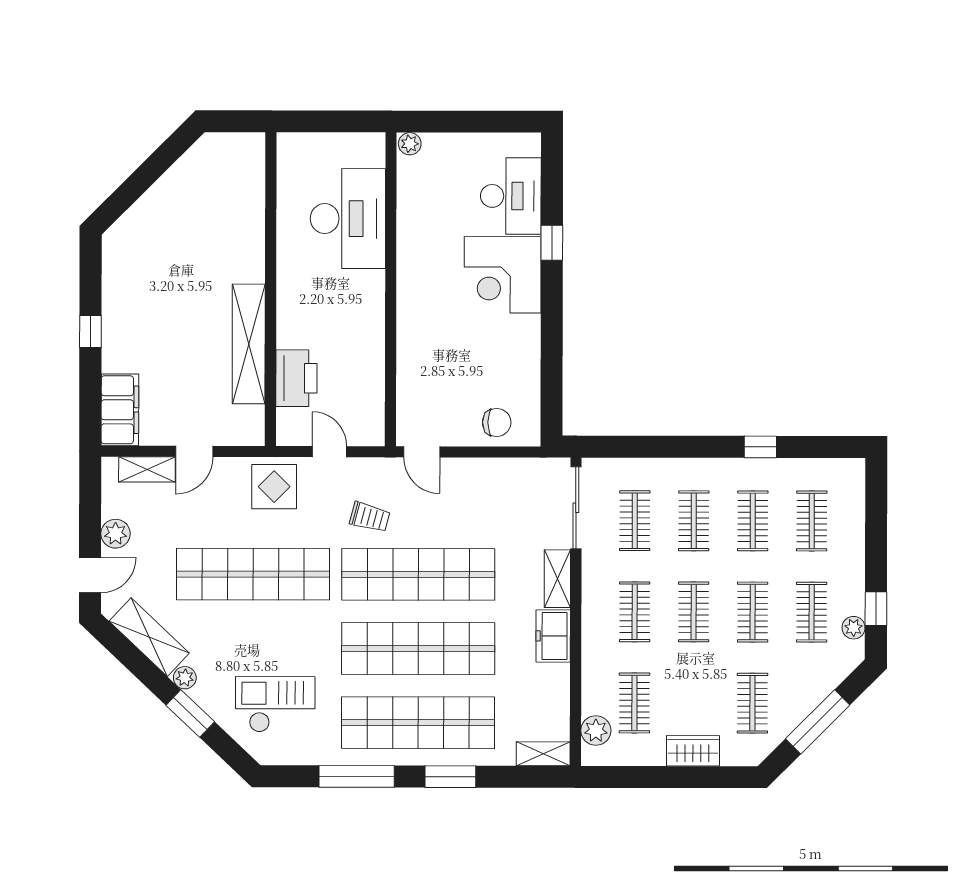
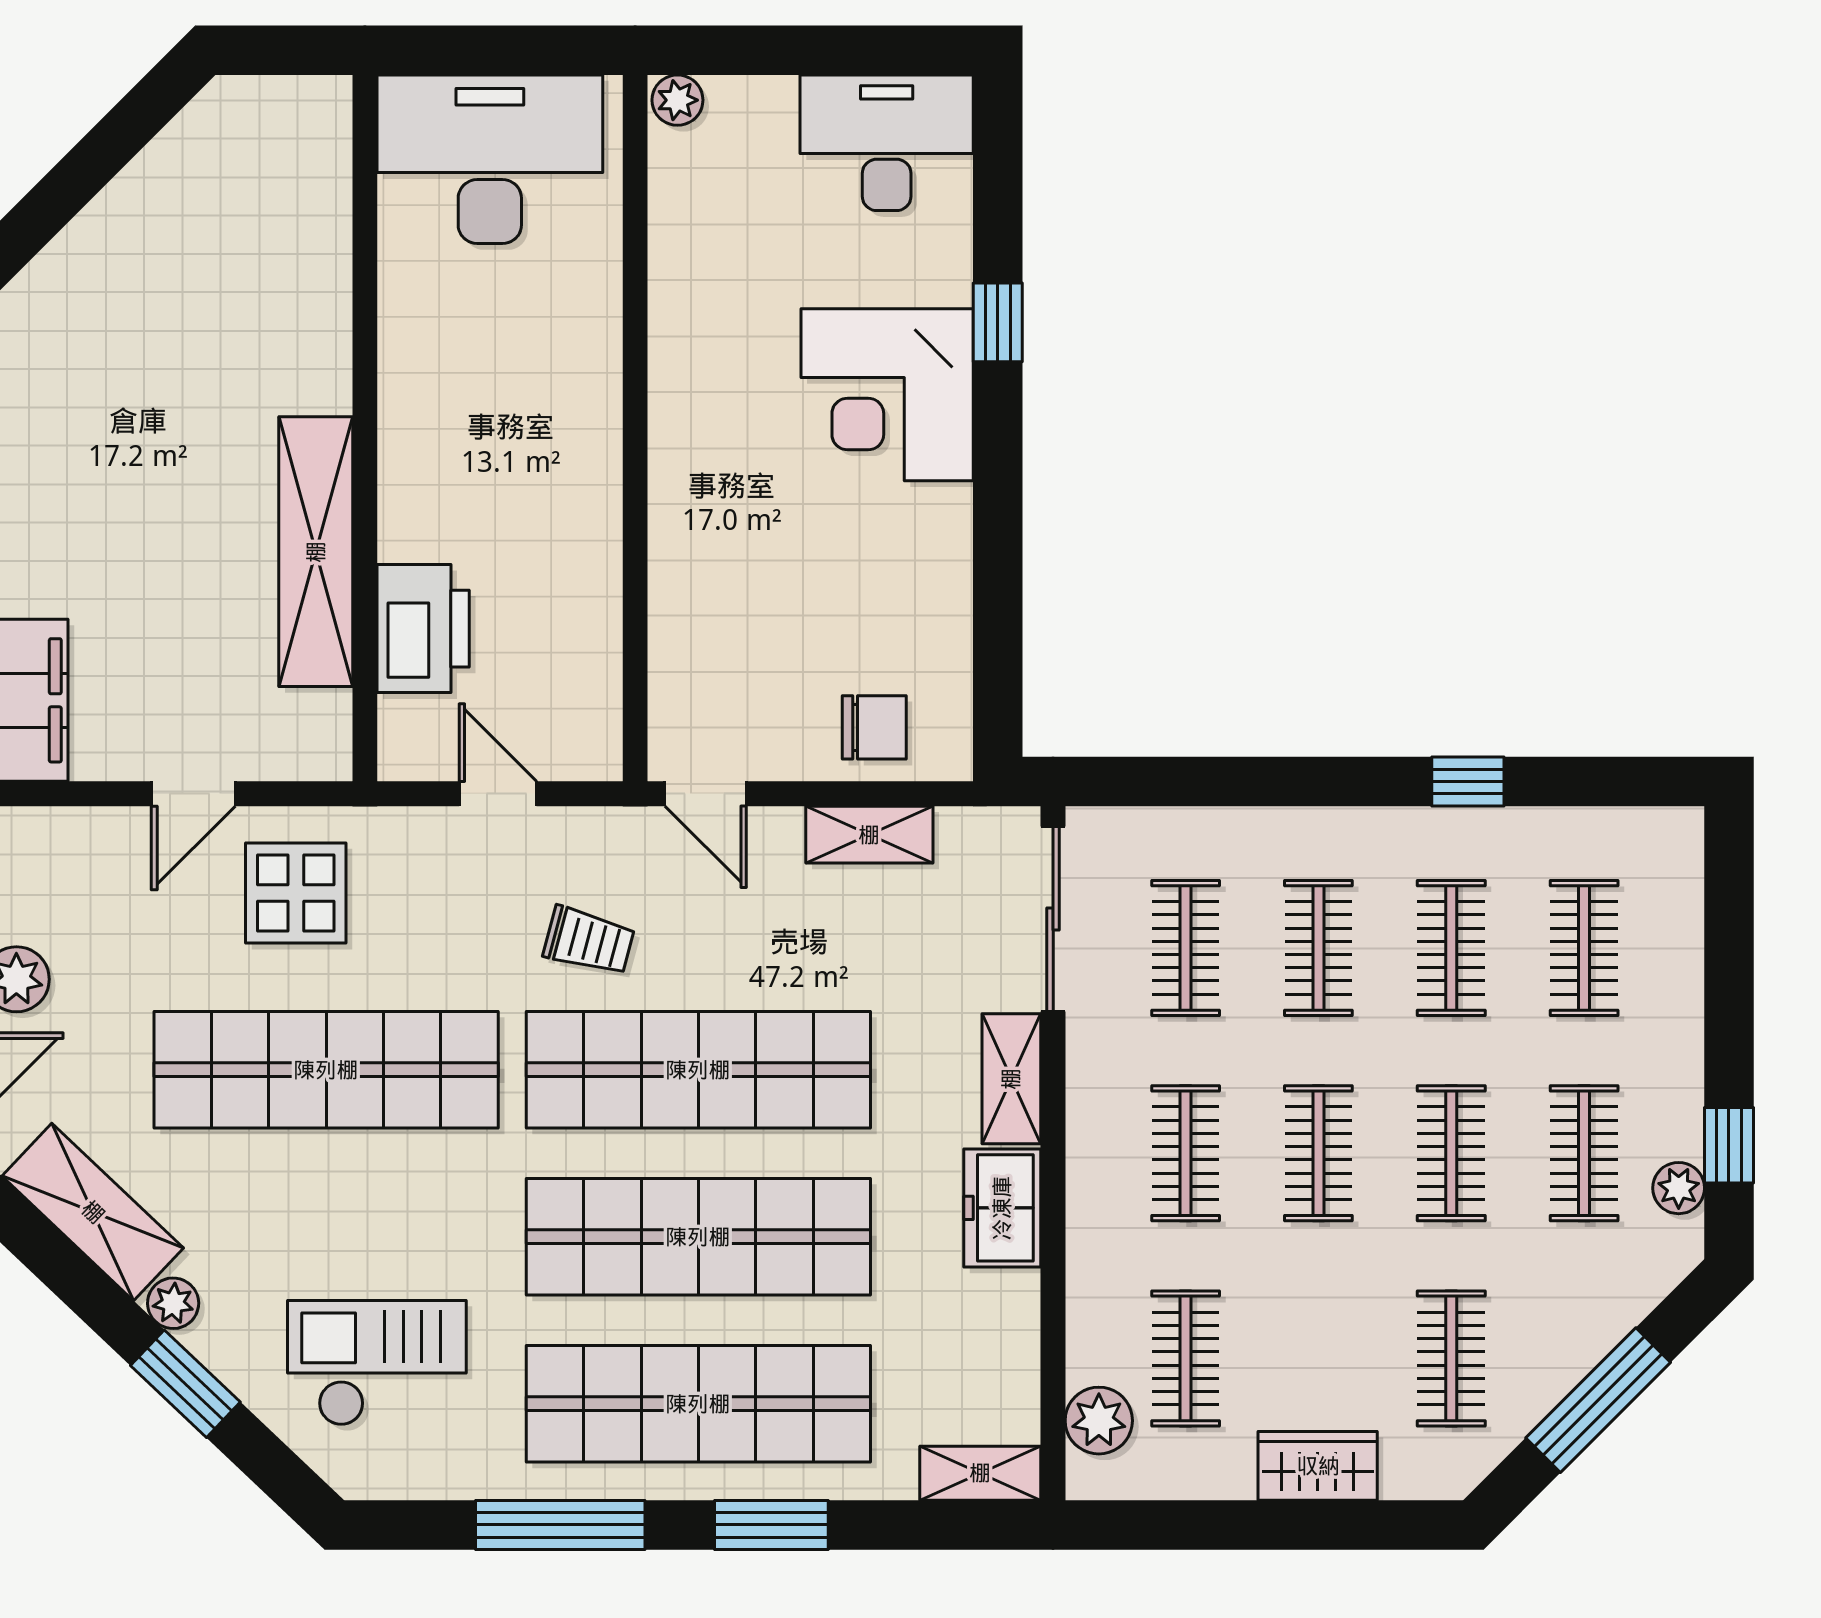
desk: (511, 196) -> (887, 143), moved, turned -90
desk: (348, 219) -> (490, 159), moved, turned -90
shelving: (147, 469) -> (869, 835), moved
display table: (274, 487) -> (296, 893), moved

